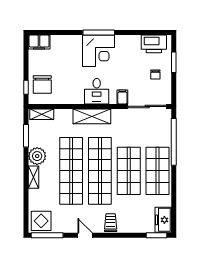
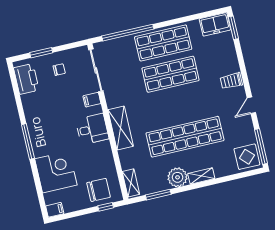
filing cabinet: (39, 42) -> (55, 210), width x0.50
corner desk: (99, 51) -> (56, 172), moved
shop shelf: (100, 171) -> (178, 105), removed

